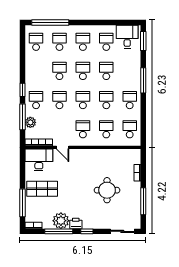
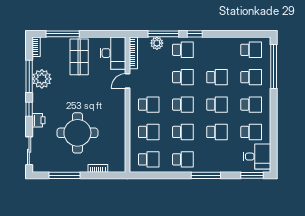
round table: (107, 190) -> (77, 133), width x1.36, depth x1.36
printer: (76, 223) -> (39, 120), moved

